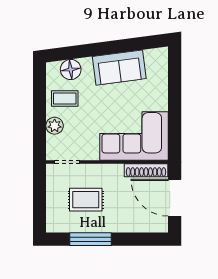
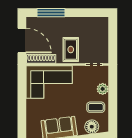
rug: (86, 200) -> (71, 50), moved, turned 90
window: (90, 239) -> (51, 13), moved

